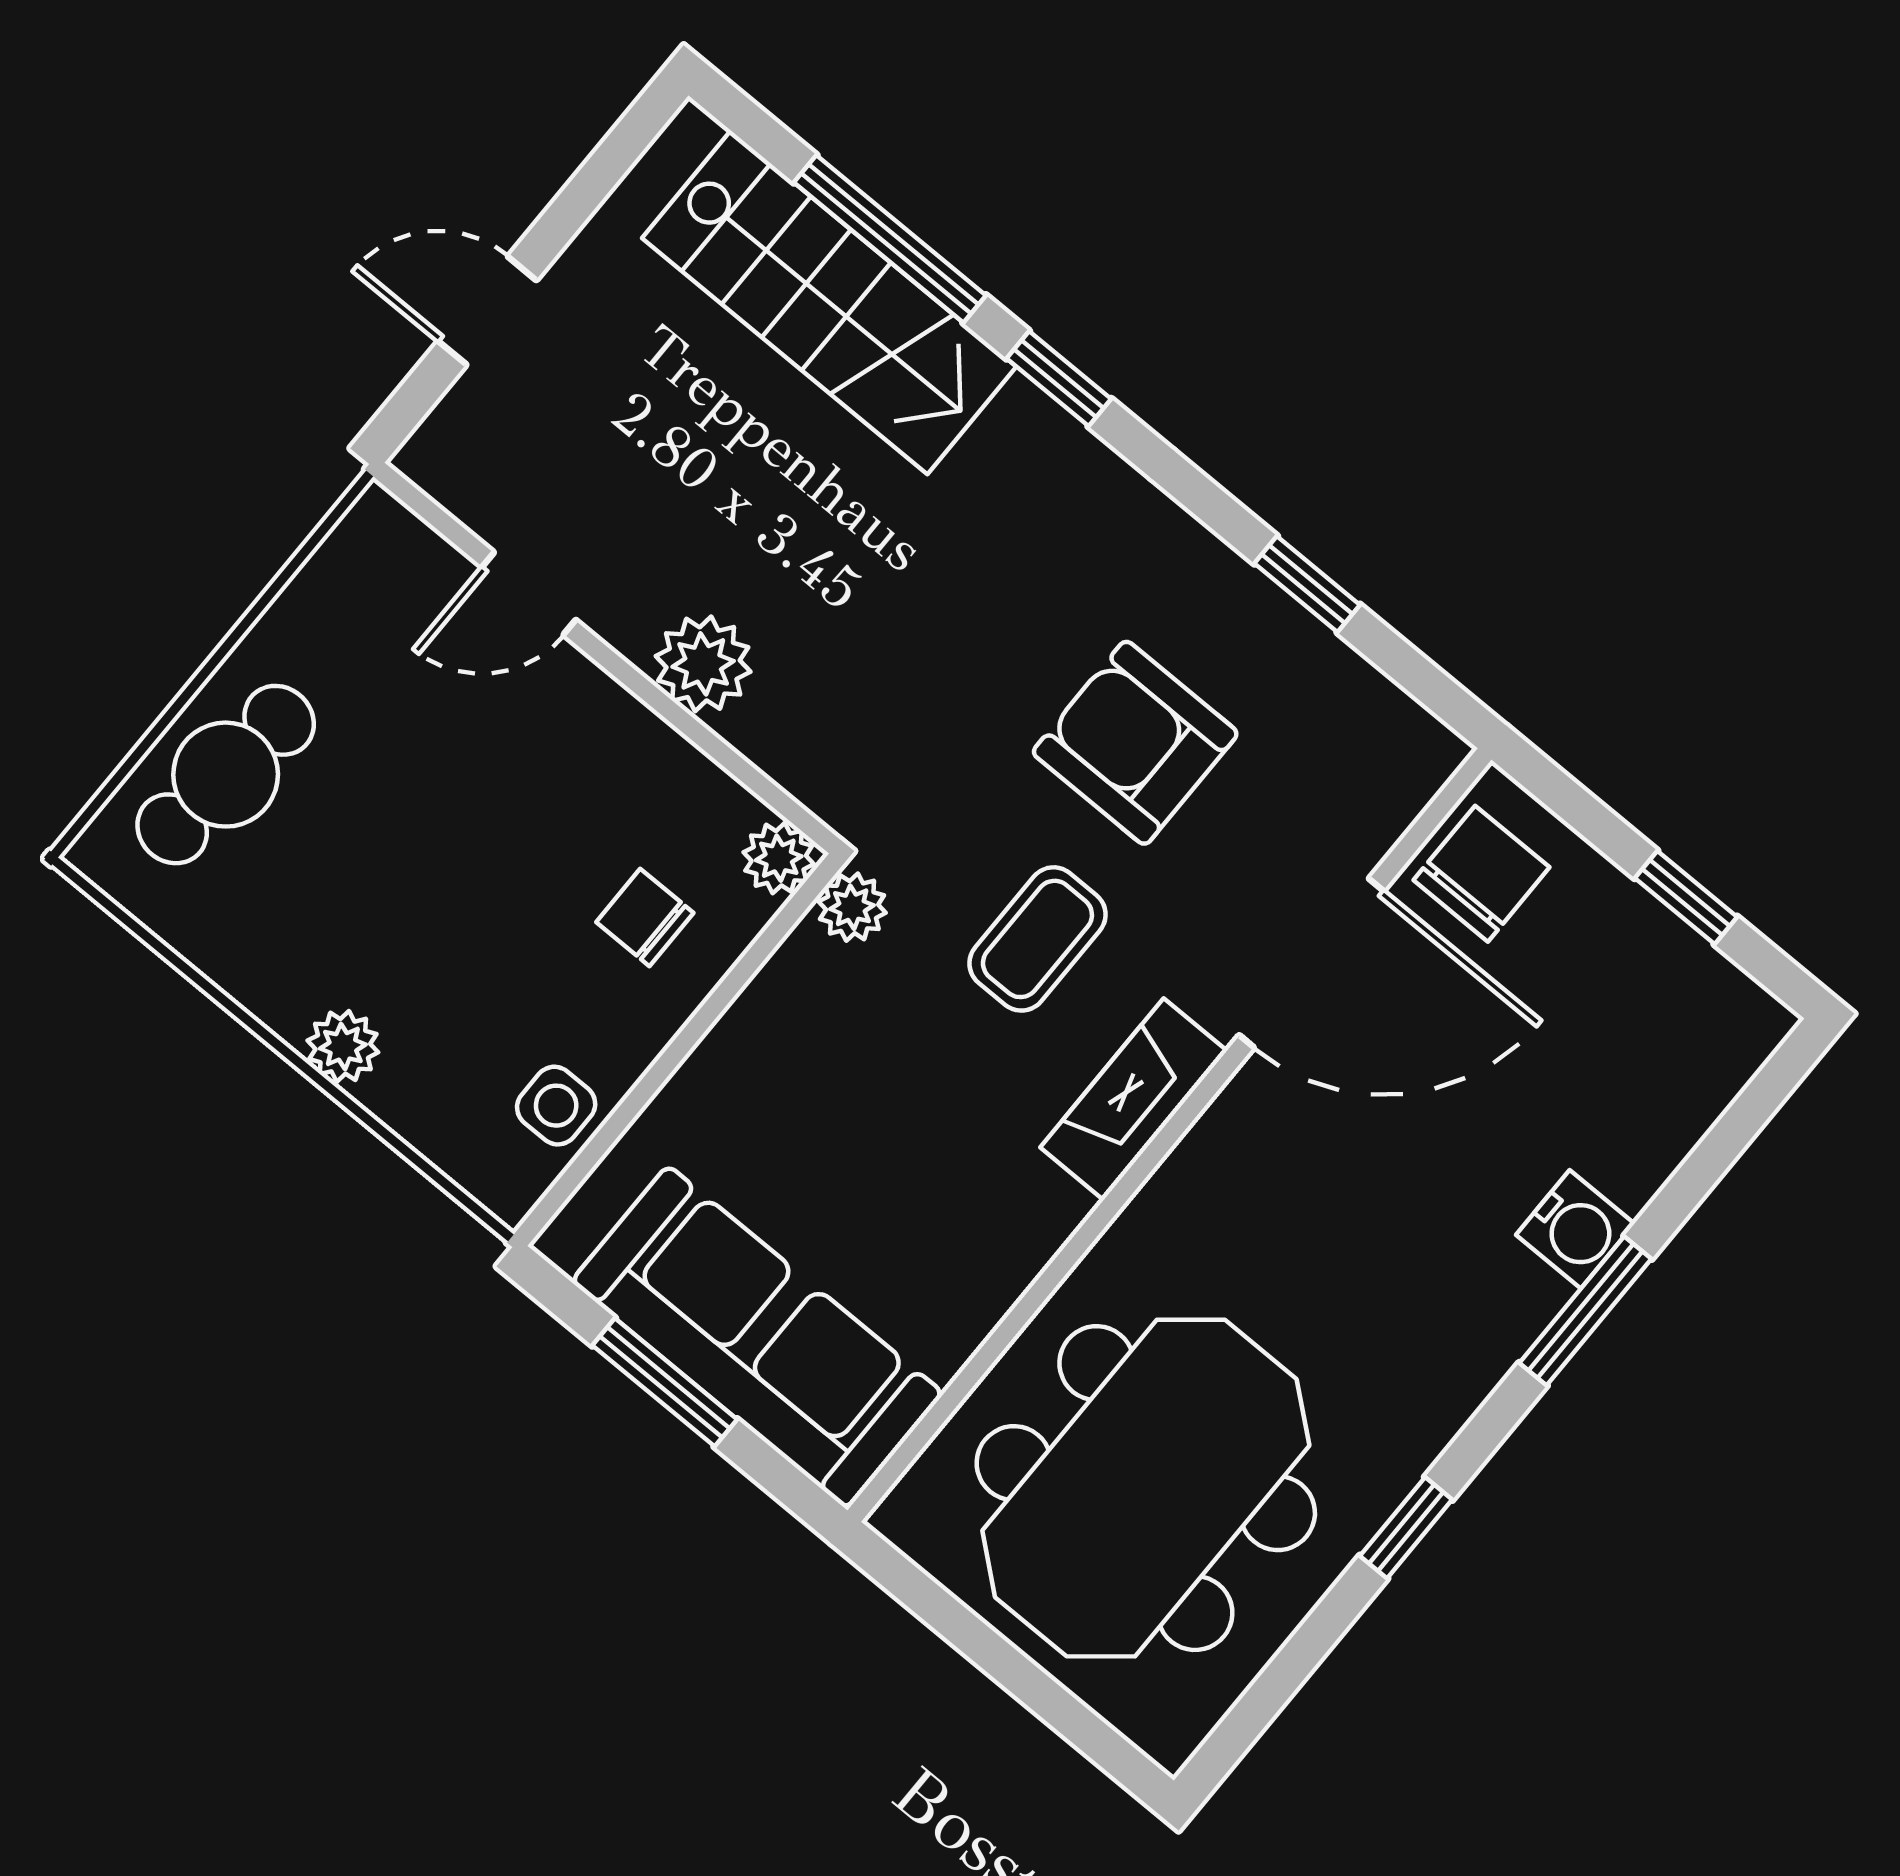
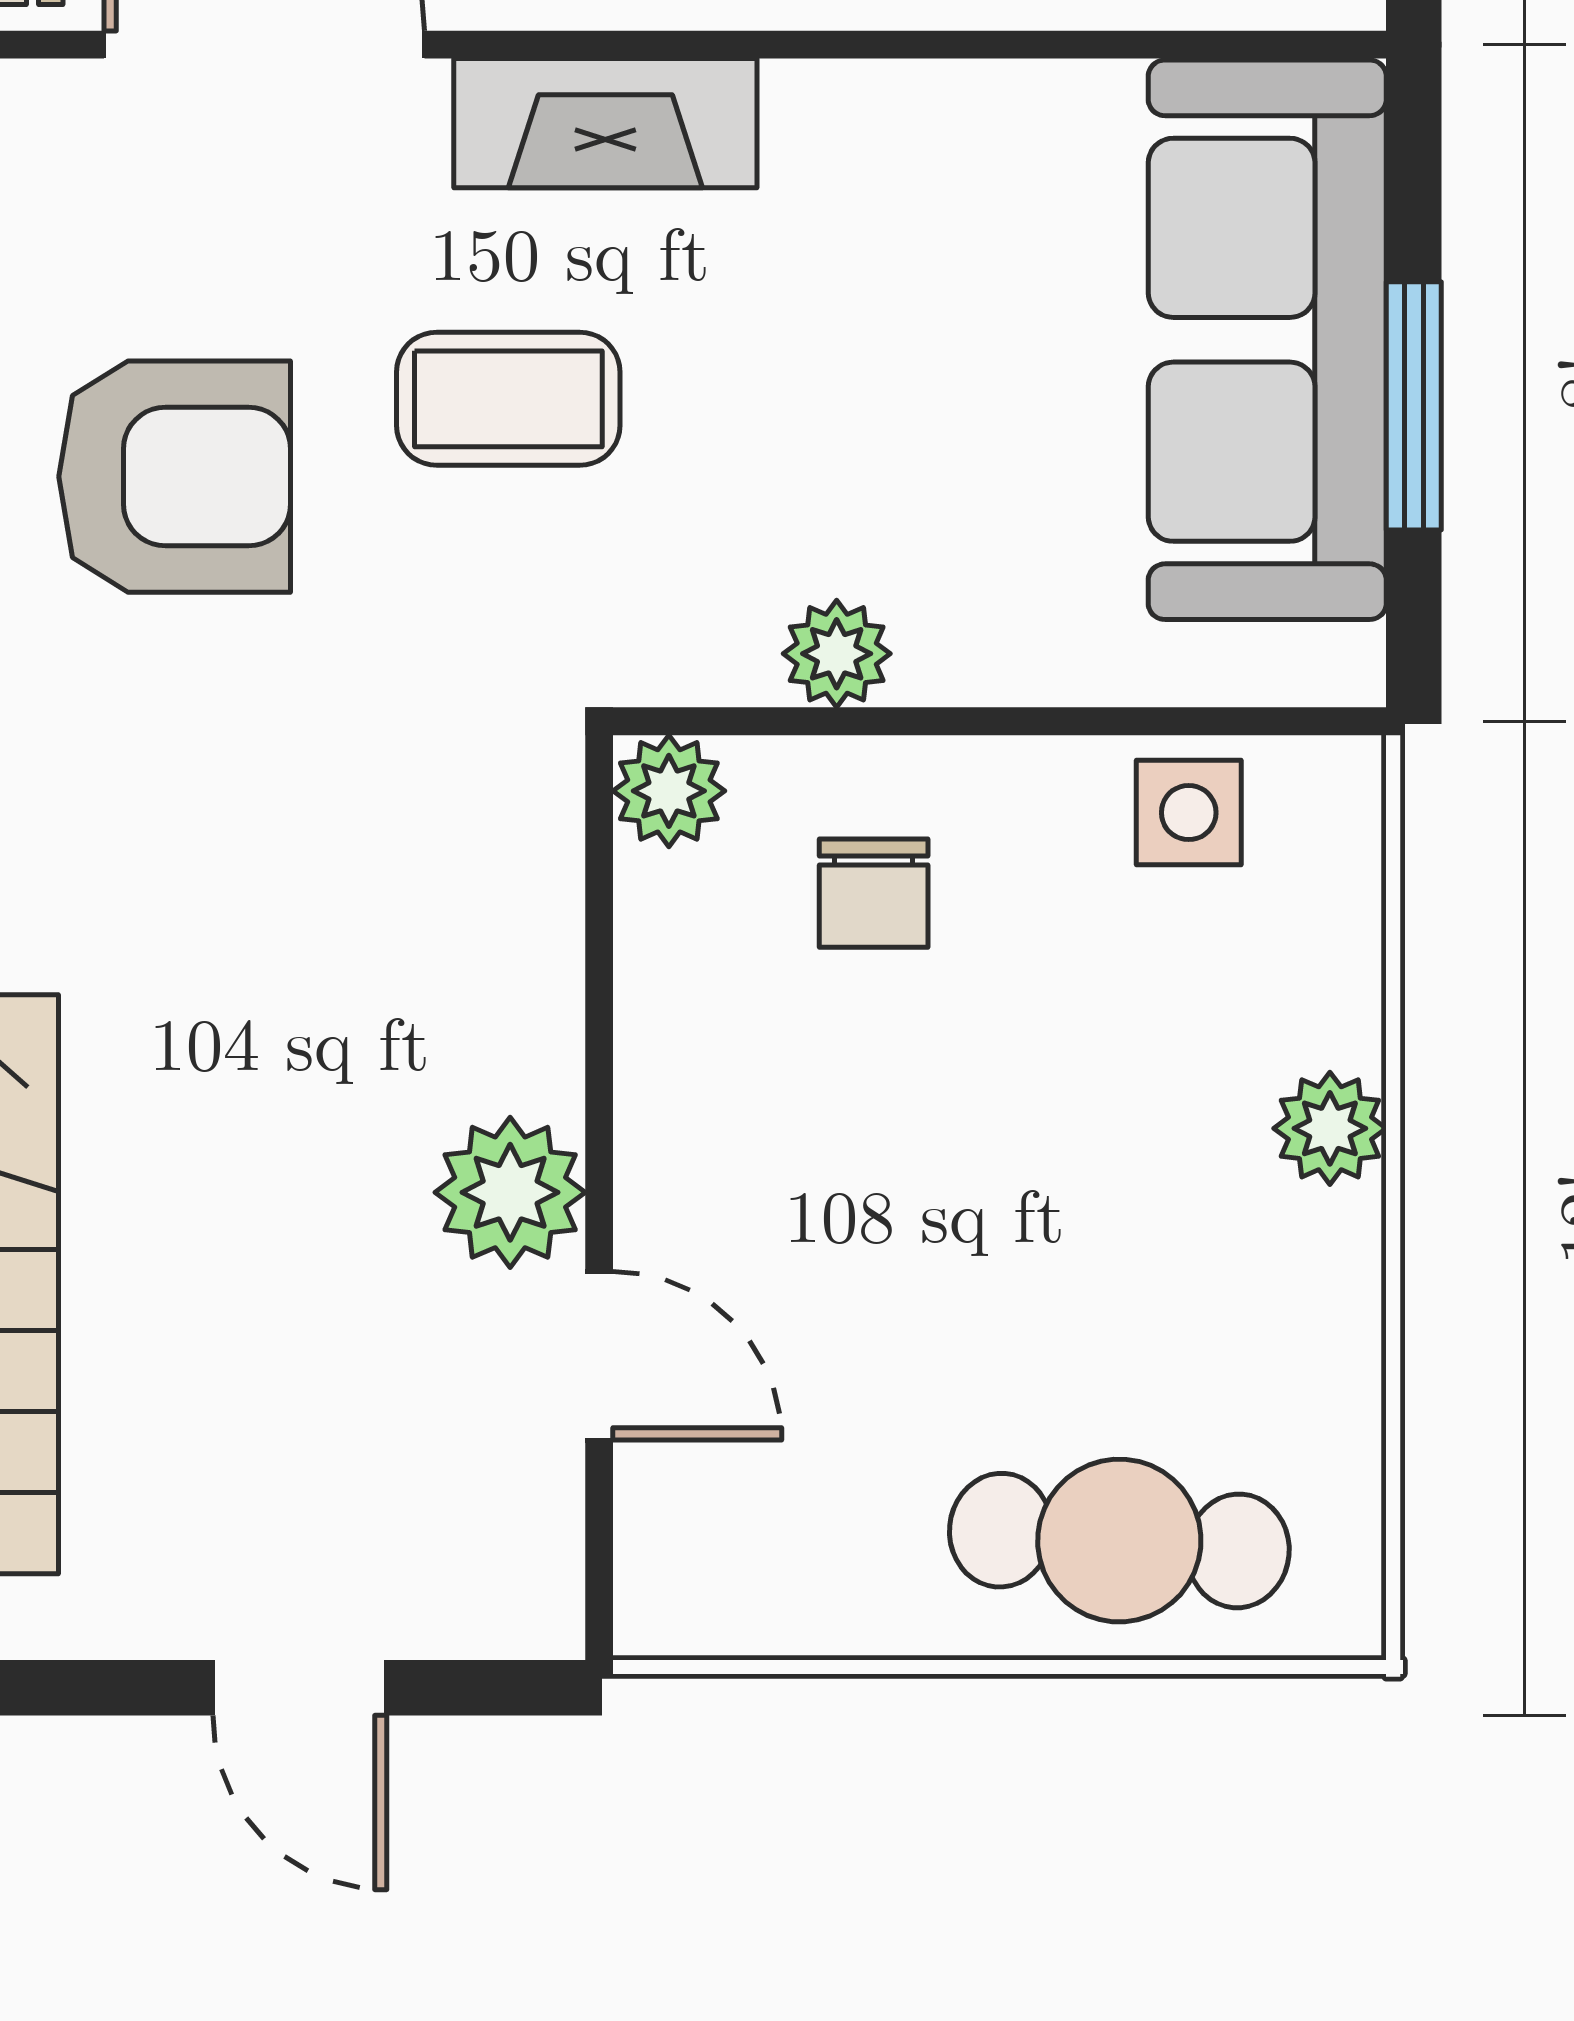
plant: (703, 664) -> (510, 1192), moved
armchair: (1135, 743) -> (175, 477), turned -90
plant: (852, 907) -> (837, 654), moved

